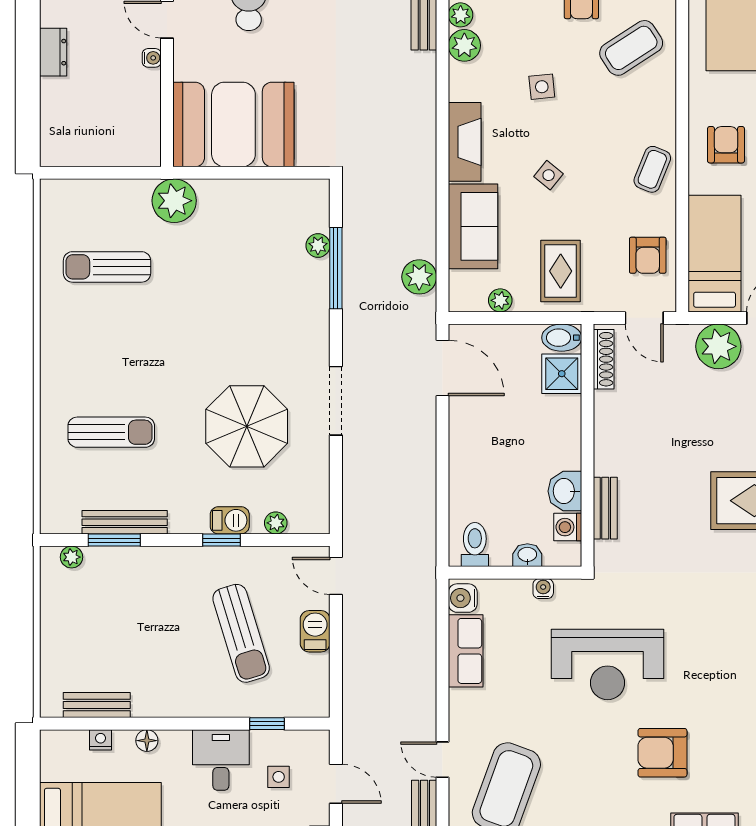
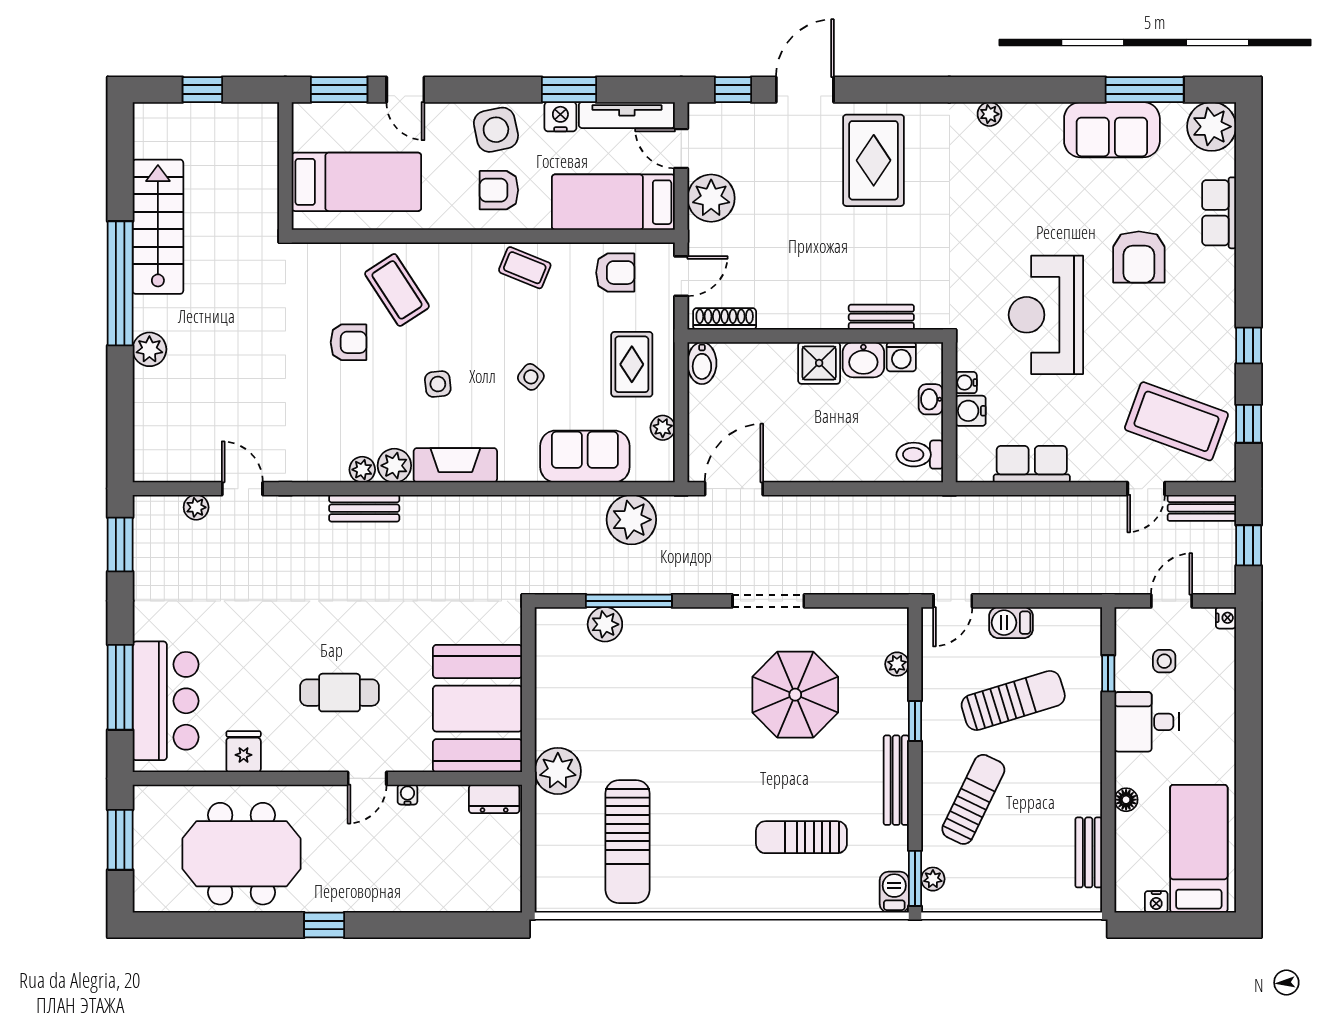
dresser: (53, 52) -> (494, 799), moved, turned 180
fireplace: (465, 142) -> (455, 465), moved
plant: (318, 246) -> (605, 624), width x1.38, depth x1.38
sun lounger: (107, 267) -> (627, 842), width x1.36, depth x1.34
rug: (561, 271) -> (632, 364), turned 90
plant: (419, 277) -> (631, 520), width x1.36, depth x1.36
shower: (562, 374) -> (819, 363), moved
sun lounger: (111, 432) -> (801, 837), turned -90
barbecue: (230, 520) -> (894, 892), moved
bench: (125, 522) -> (896, 780), moved
window: (114, 540) -> (915, 878), moved
sun lounger: (147, 595) -> (973, 799), added
water cooler: (463, 598) -> (971, 411), moved, turned 90
reception desk: (608, 664) -> (1046, 315), turned 180
nightstand: (101, 740) -> (1156, 902), moved, turned -90

